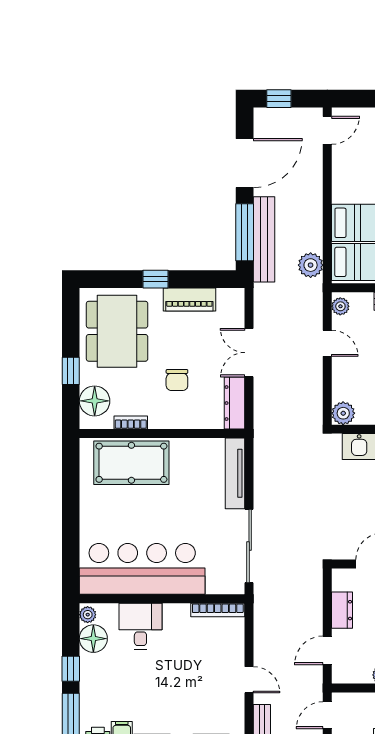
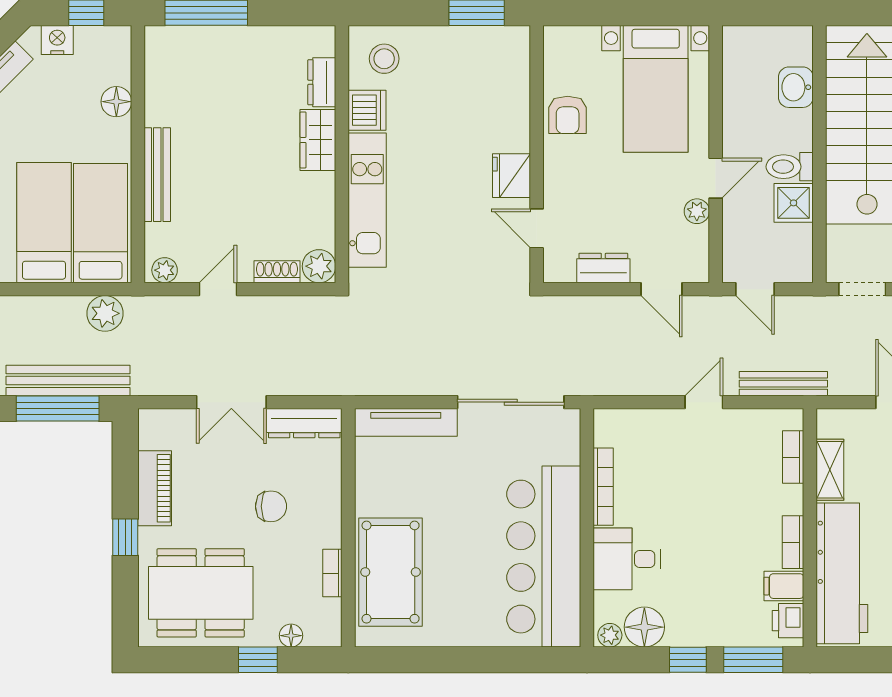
shoe rack: (339, 384) -> (277, 272), added
floor lamp: (95, 401) -> (291, 636), width x0.53, depth x0.53
bookcase: (218, 610) -> (603, 487), moved

